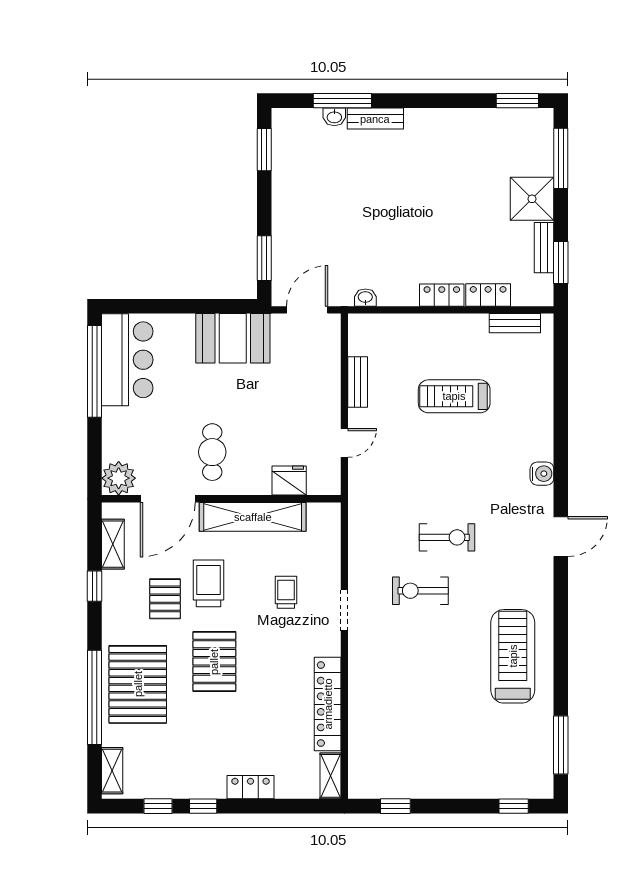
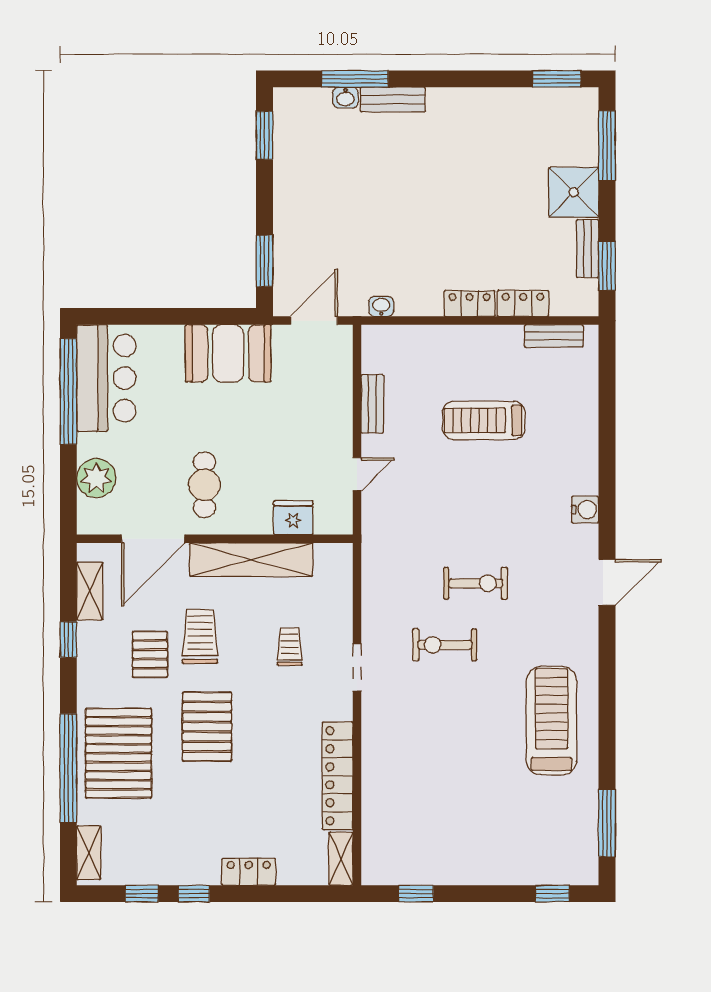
plant: (119, 478) -> (96, 478), moved

